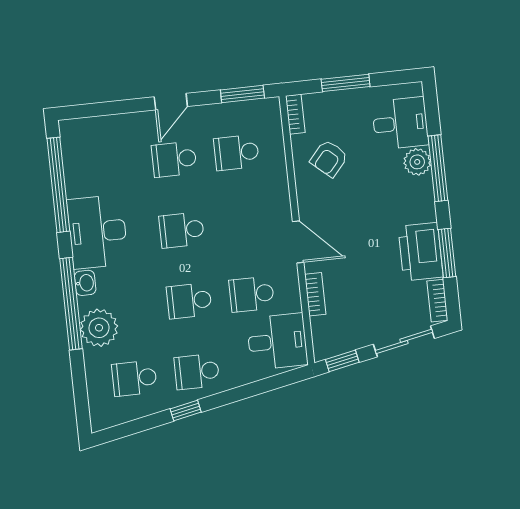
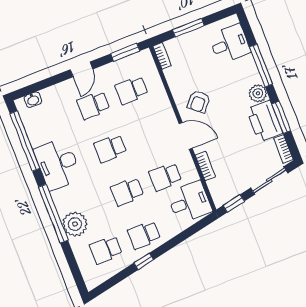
armchair: (329, 159) -> (199, 102), moved
plant: (417, 162) -> (258, 93), moved
washbasin: (85, 283) -> (33, 100), moved, turned 90

